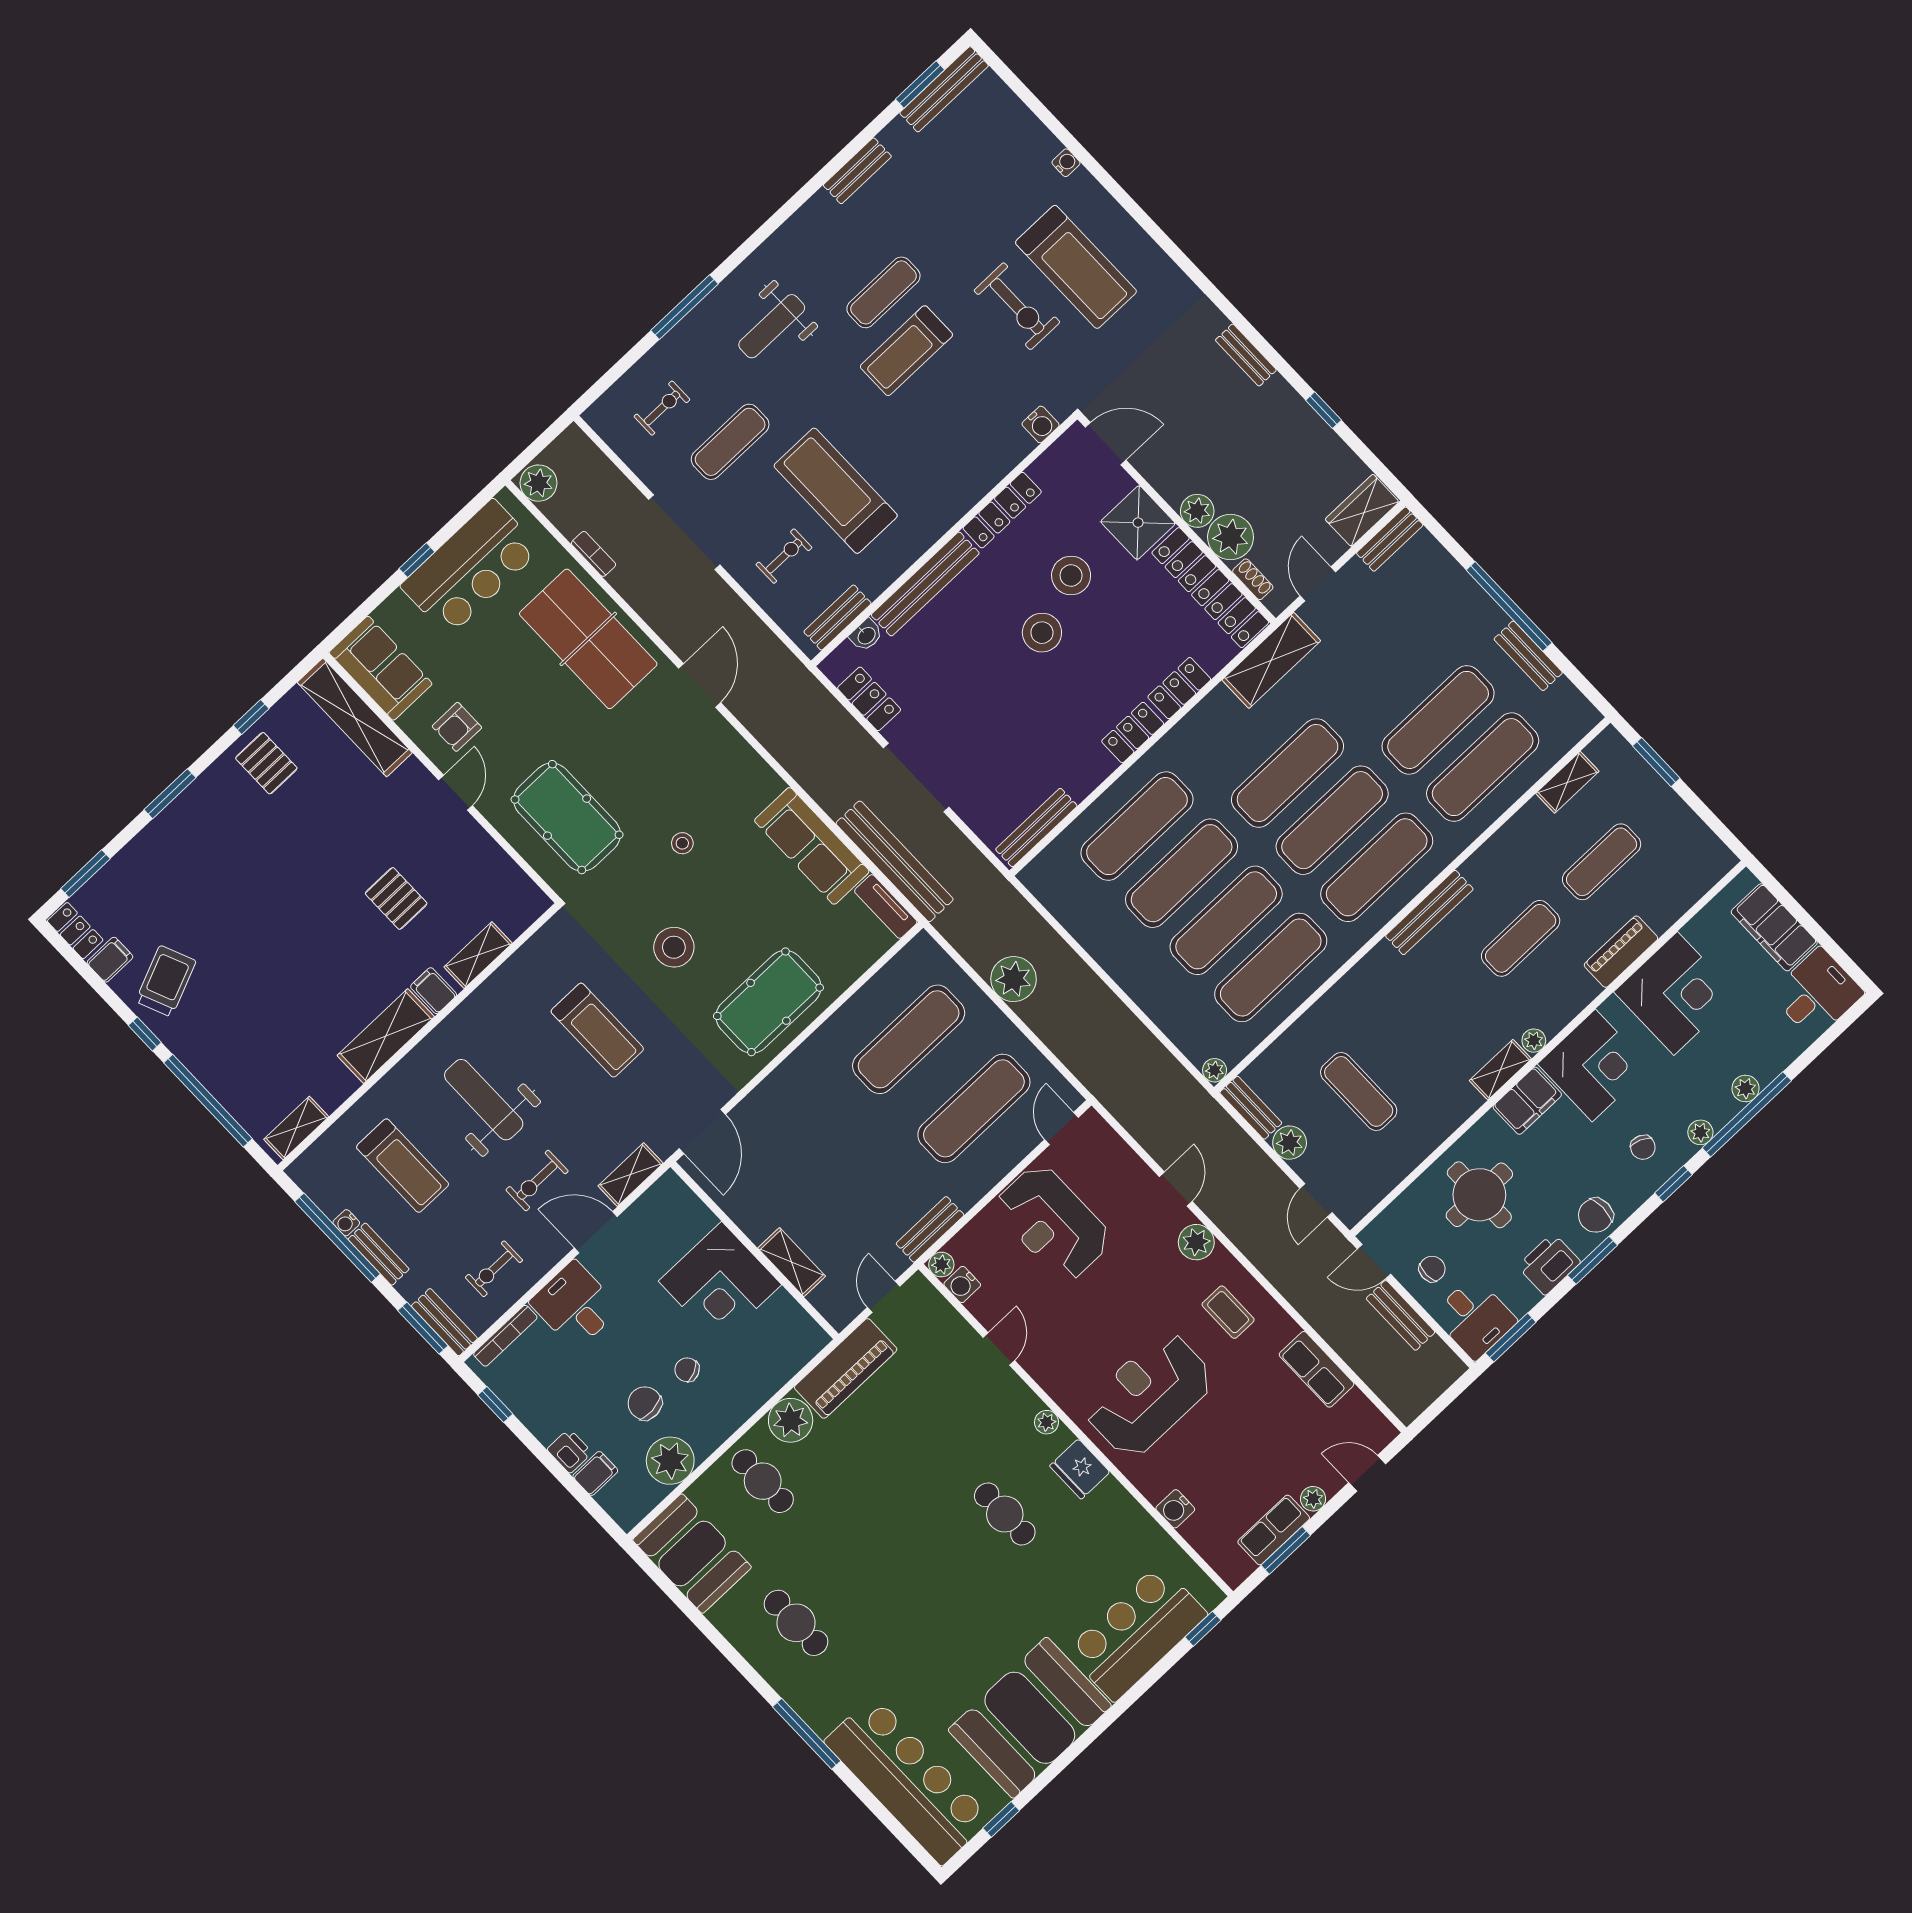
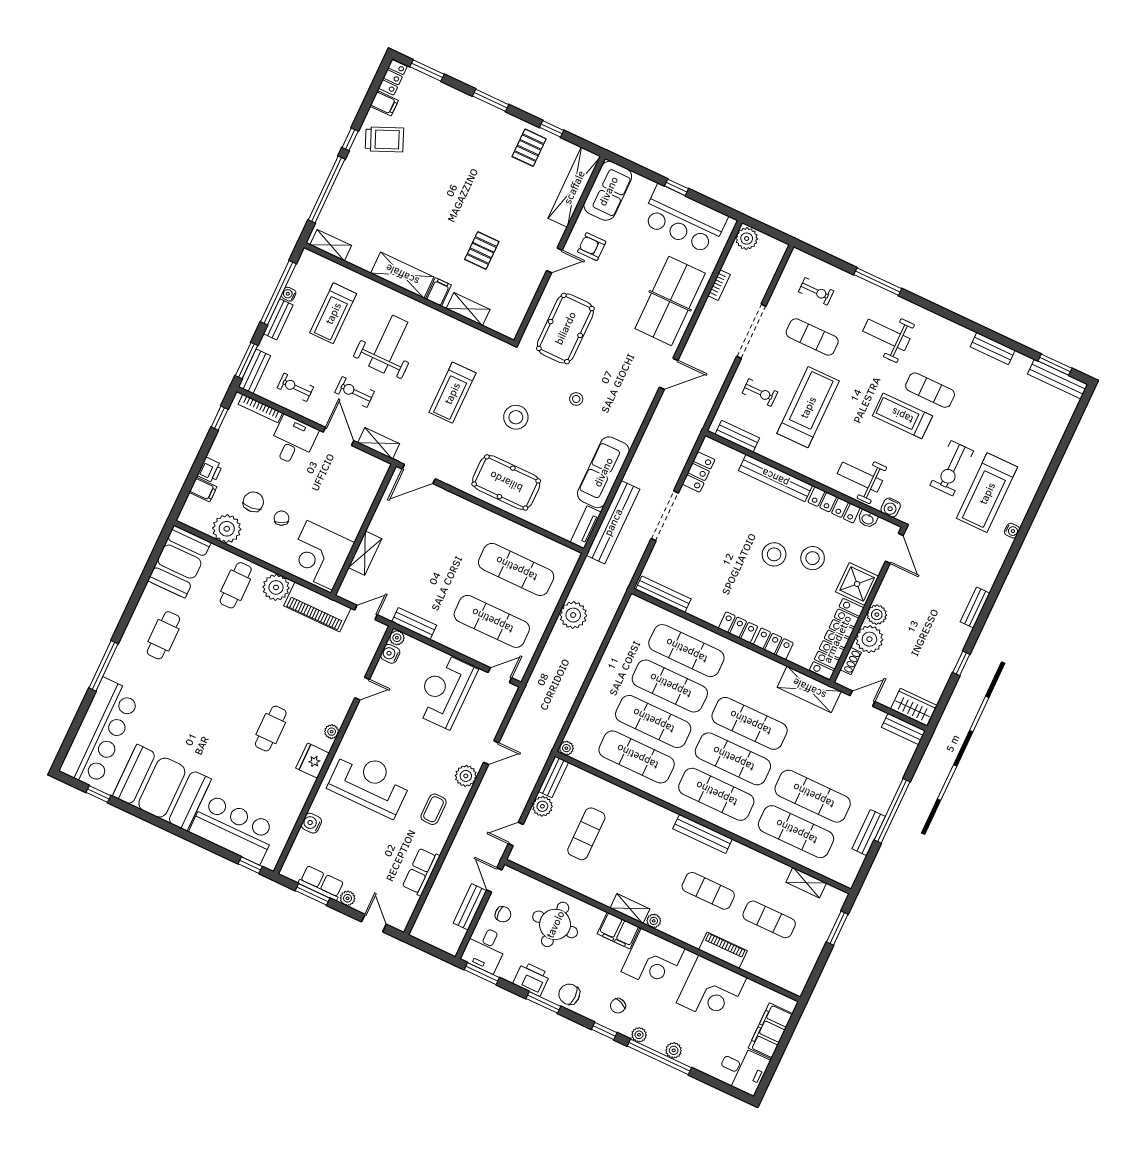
water cooler: (1066, 163) -> (1012, 531), moved
weight bench: (975, 453) -> (860, 477), added
washbasin: (866, 635) -> (868, 519), moved
corner desk: (720, 1283) -> (320, 555), moved

